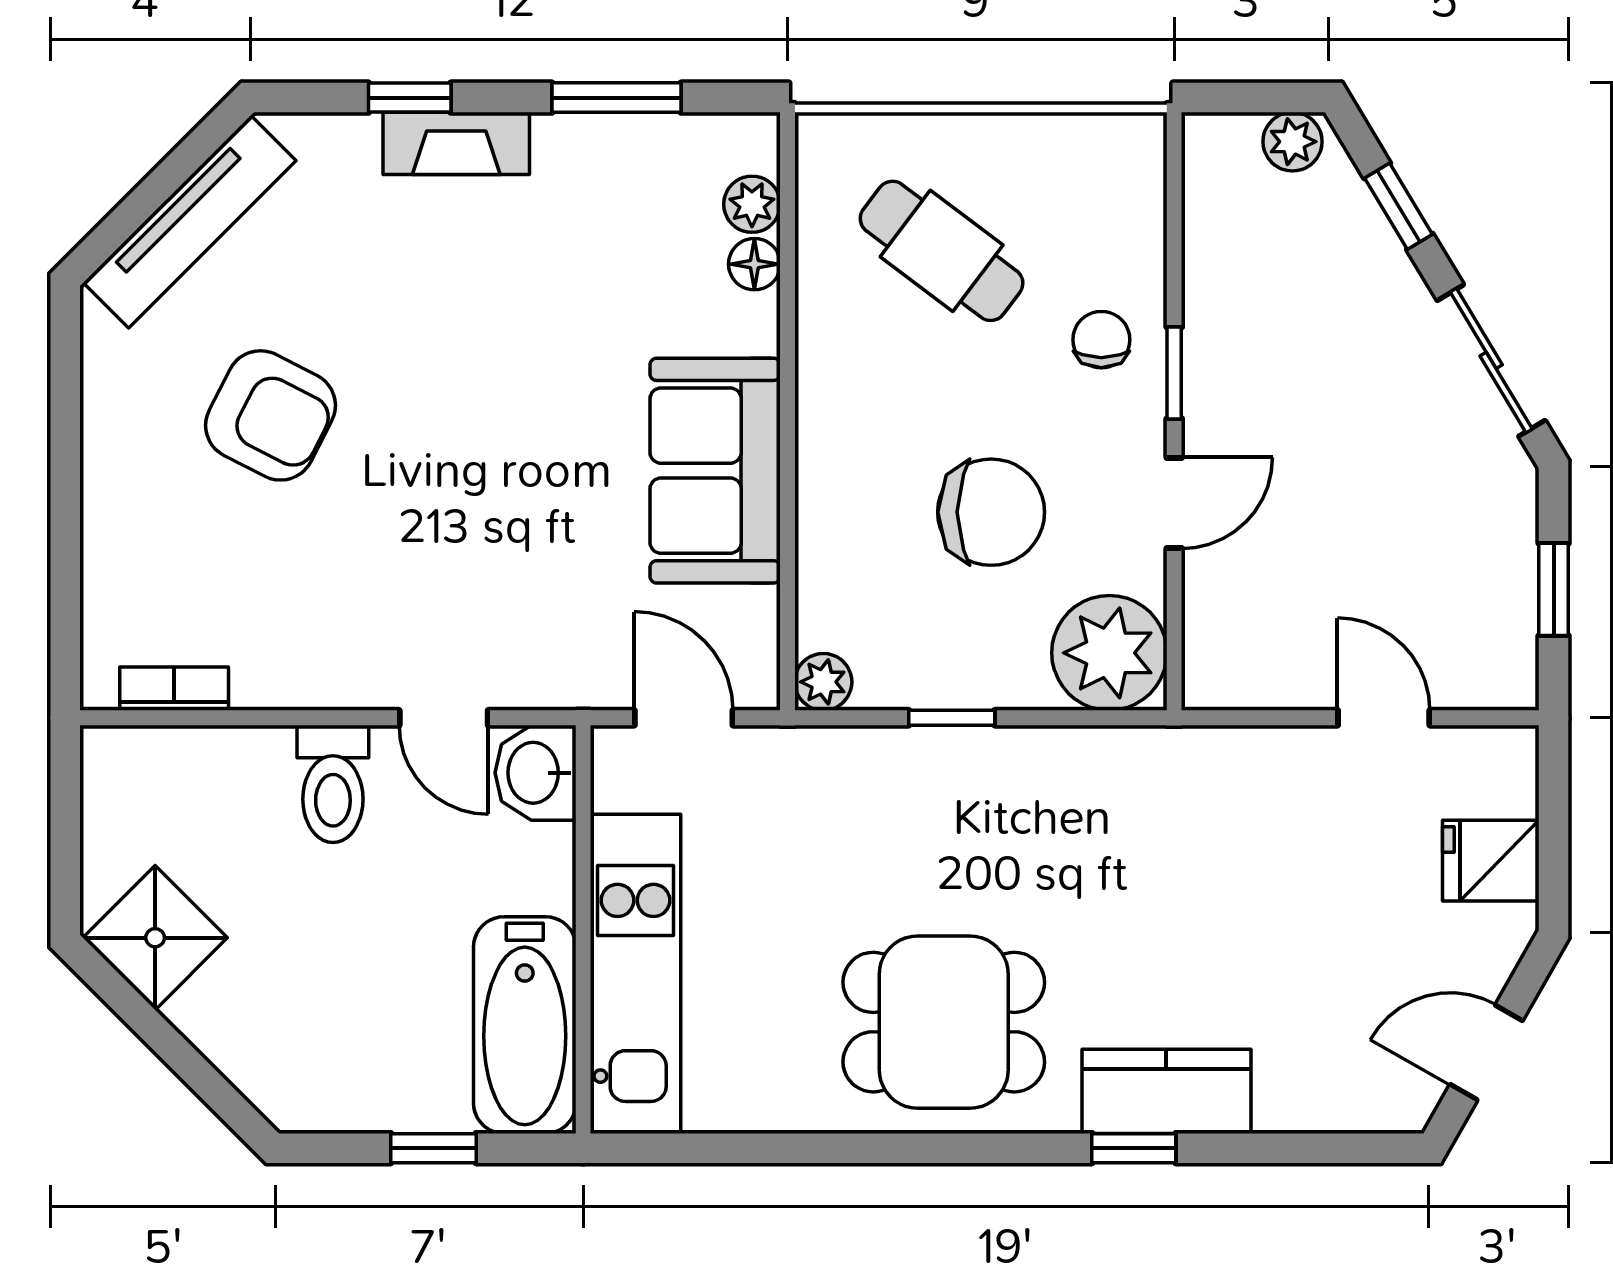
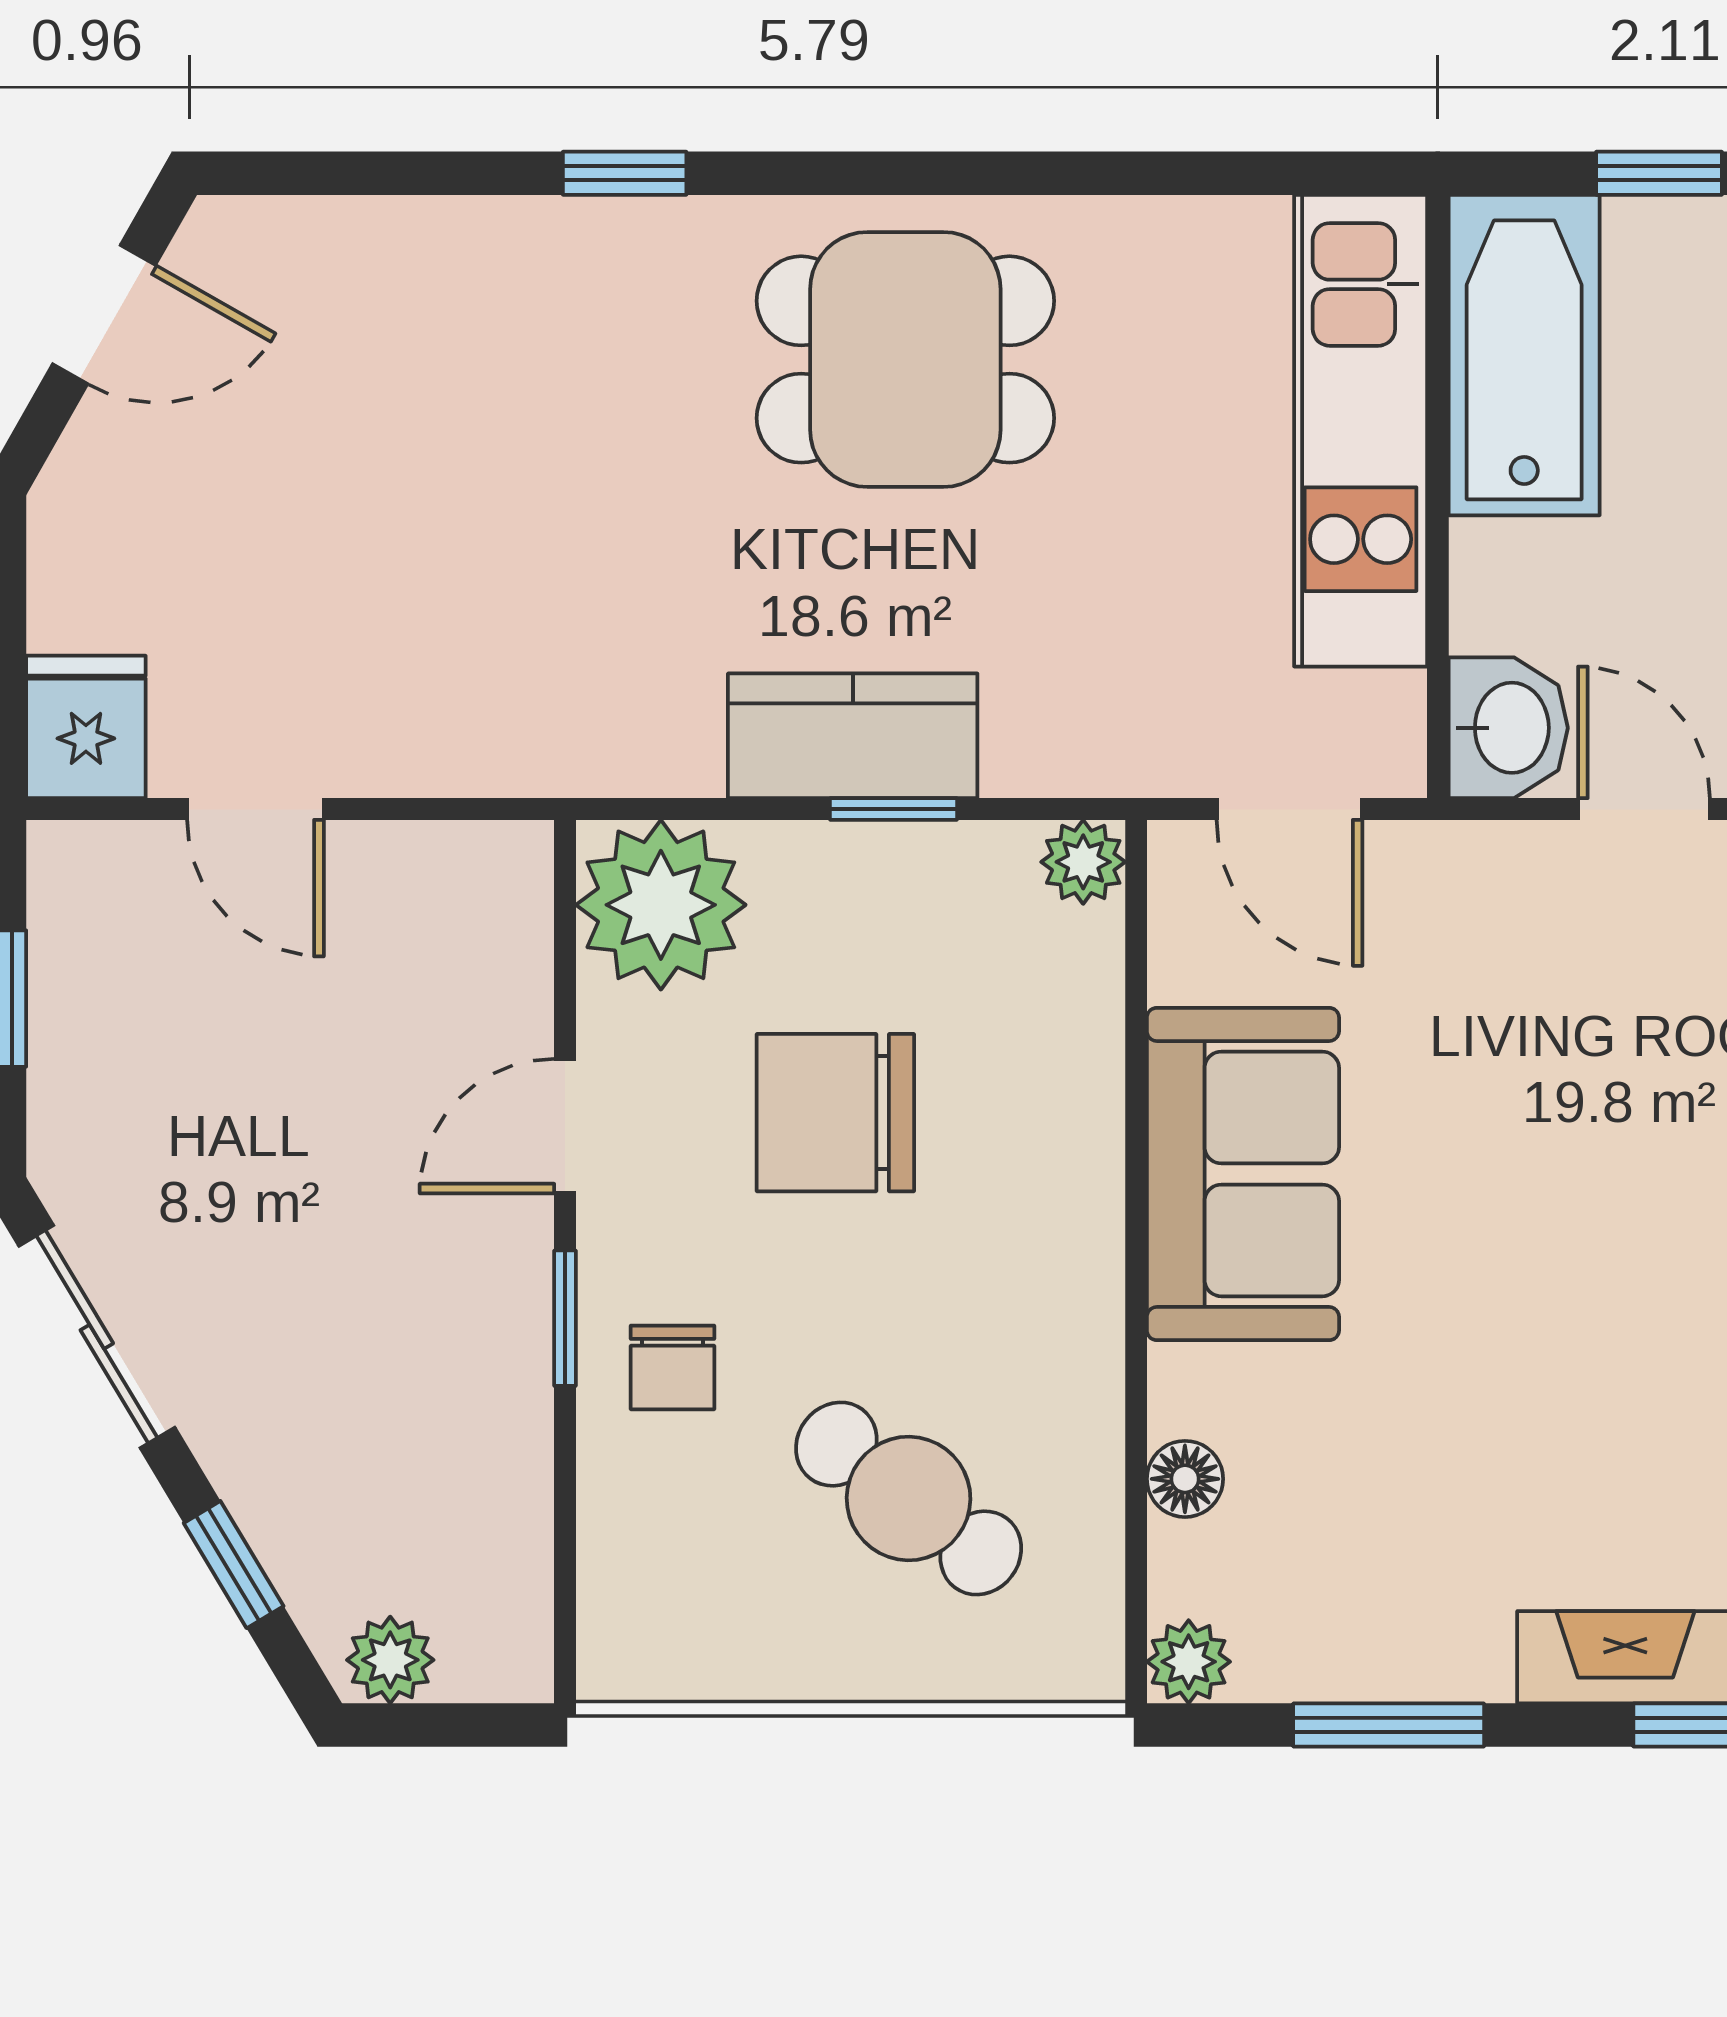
plant: (752, 204) -> (1189, 1662), moved
fridge: (1491, 861) -> (86, 727), moved, turned -90
kitchen counter: (1166, 1091) -> (853, 736), moved, turned 180

